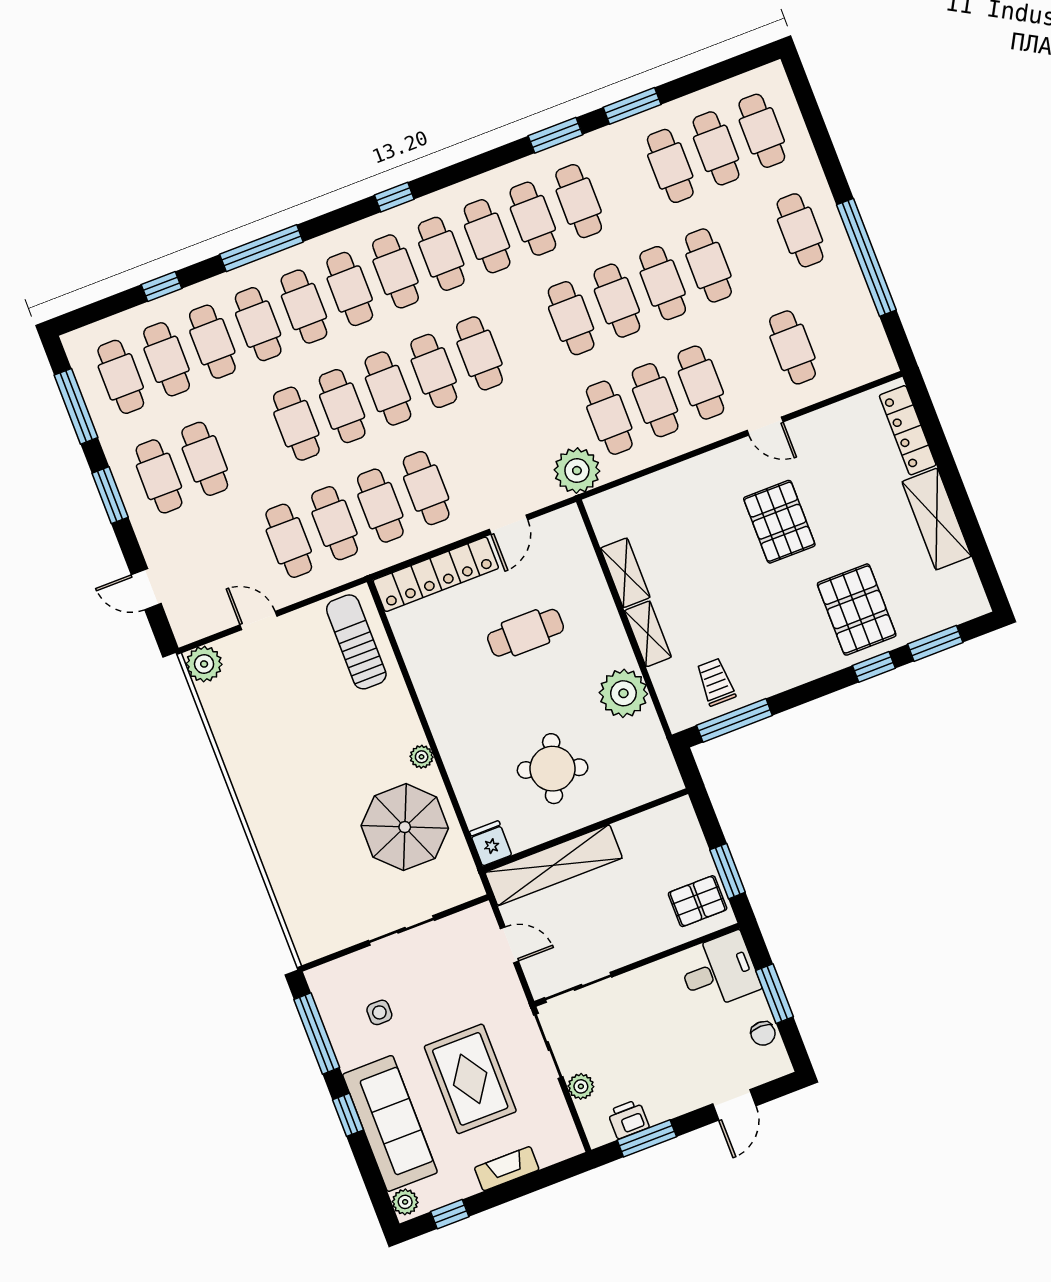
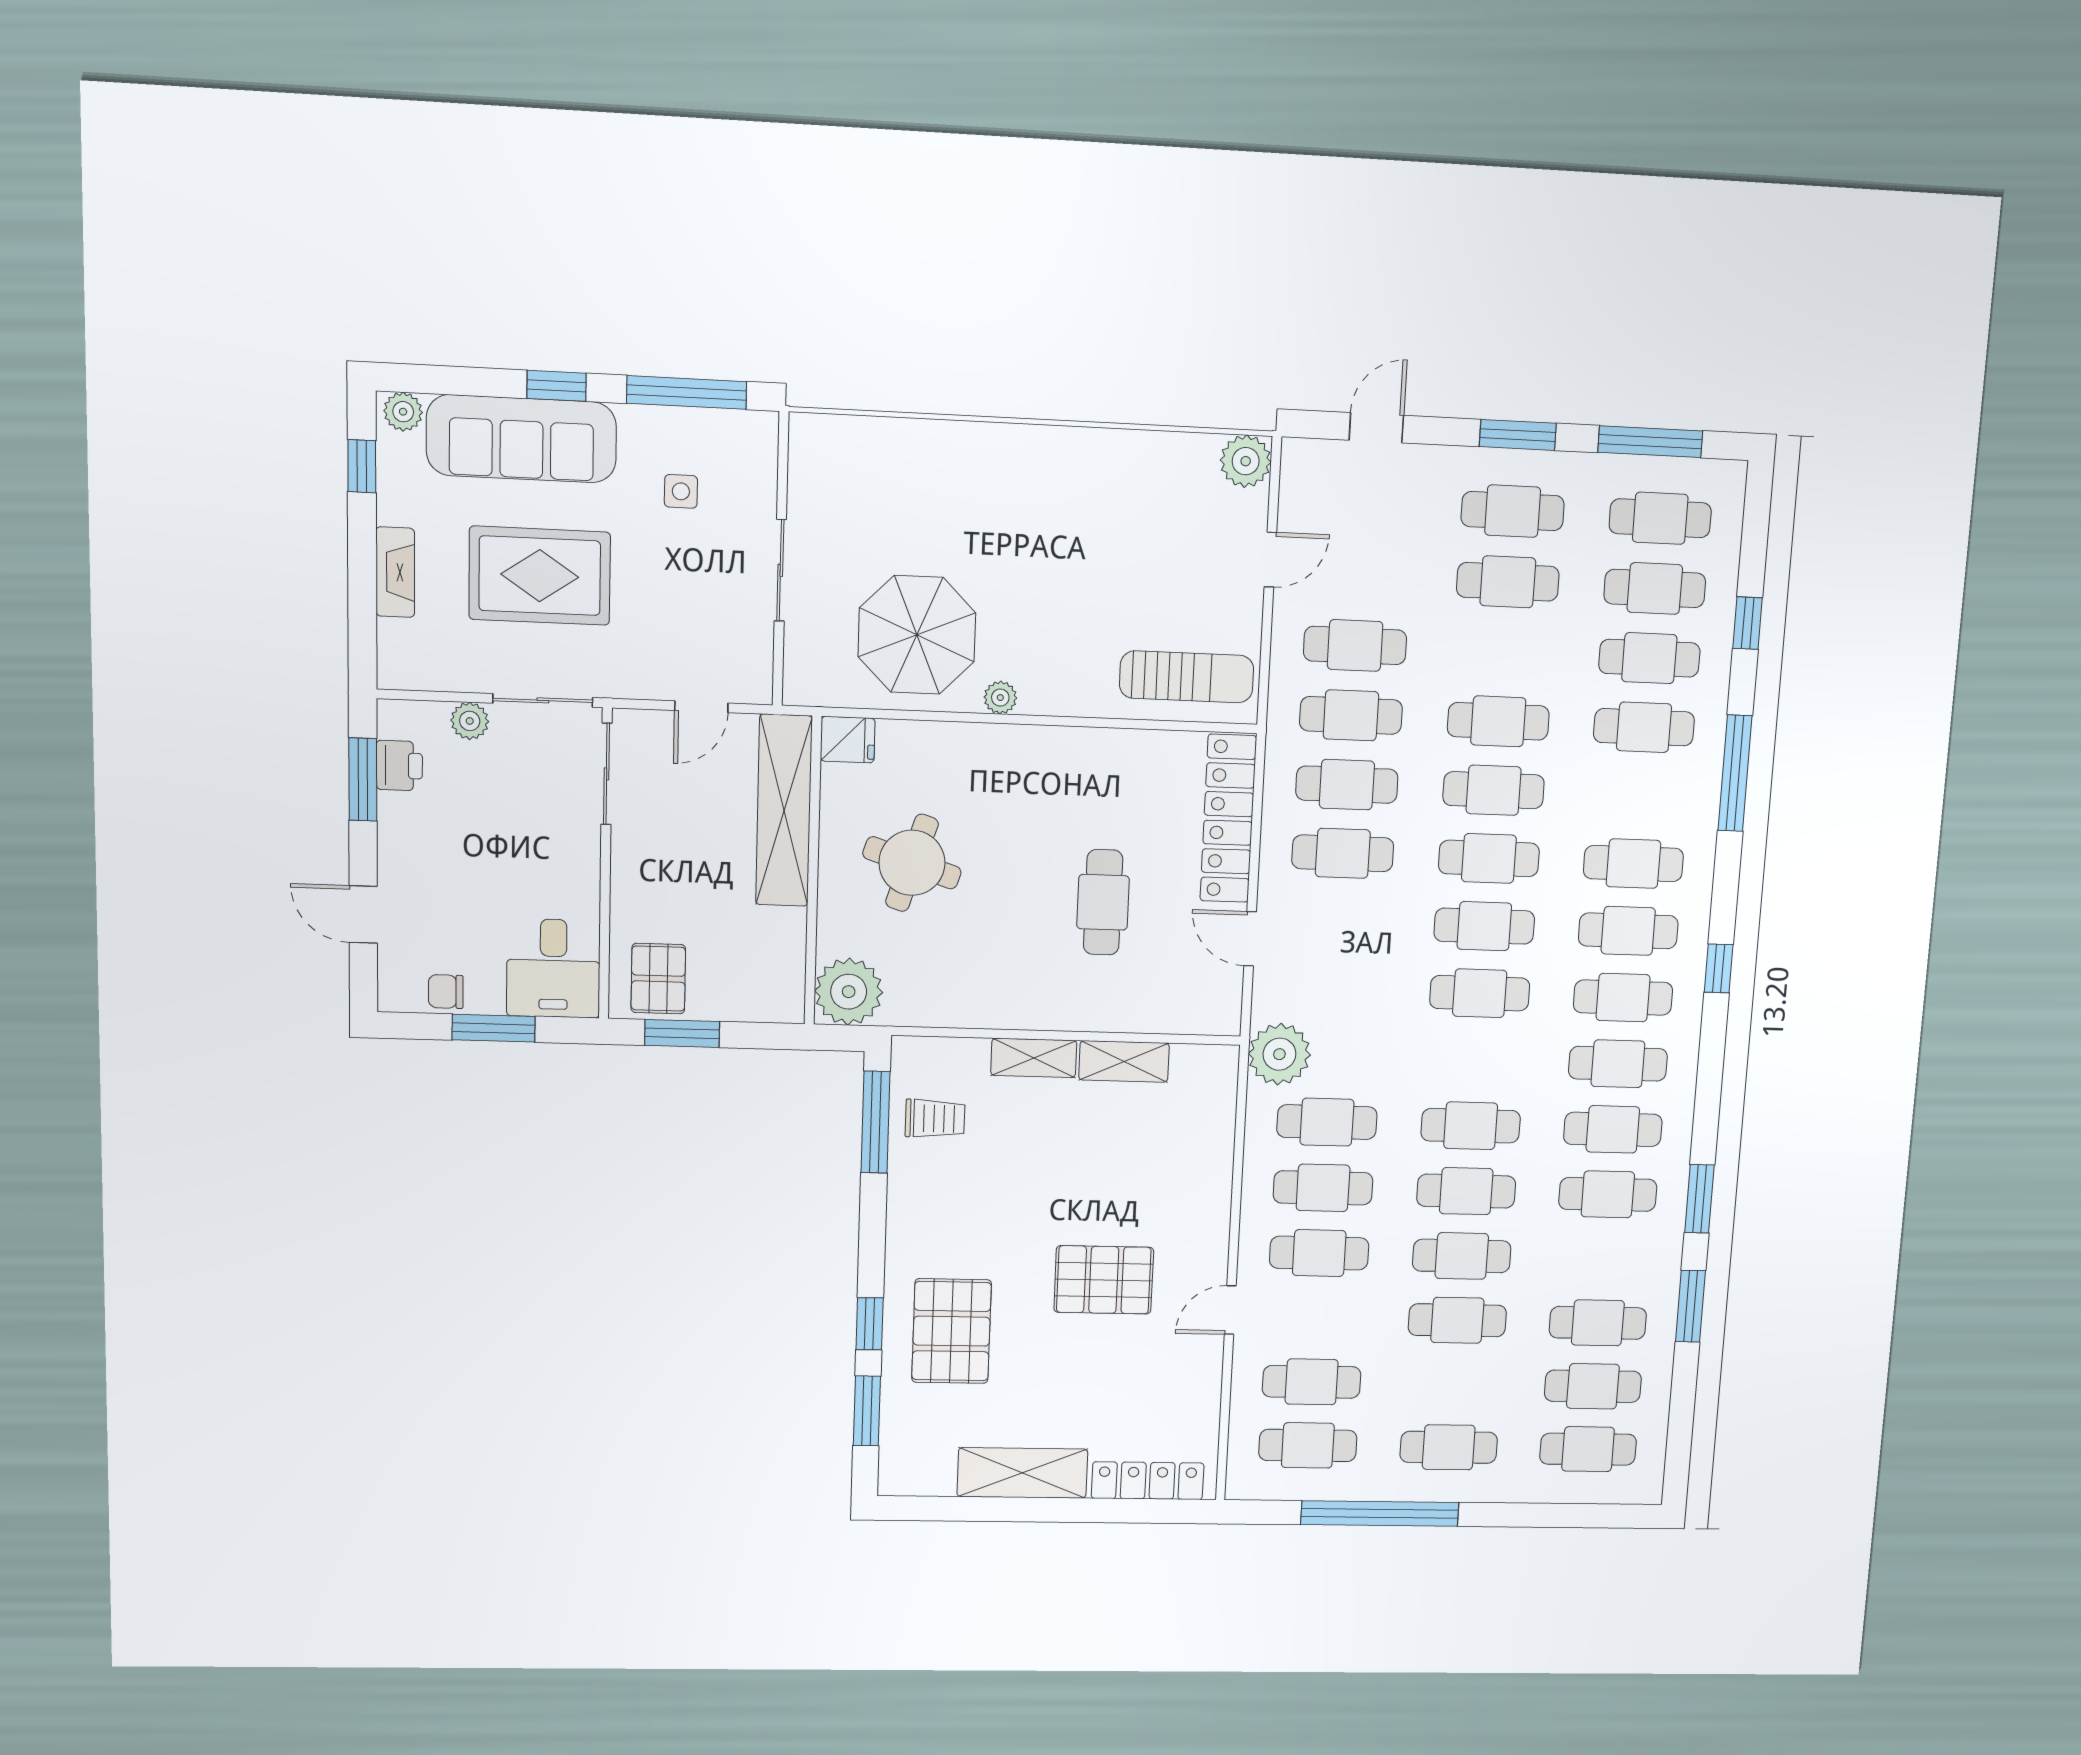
cafe table: (304, 307) -> (1308, 1445), moved
pallet: (857, 610) -> (952, 1331), turned 90
plant: (623, 693) -> (849, 992), moved

